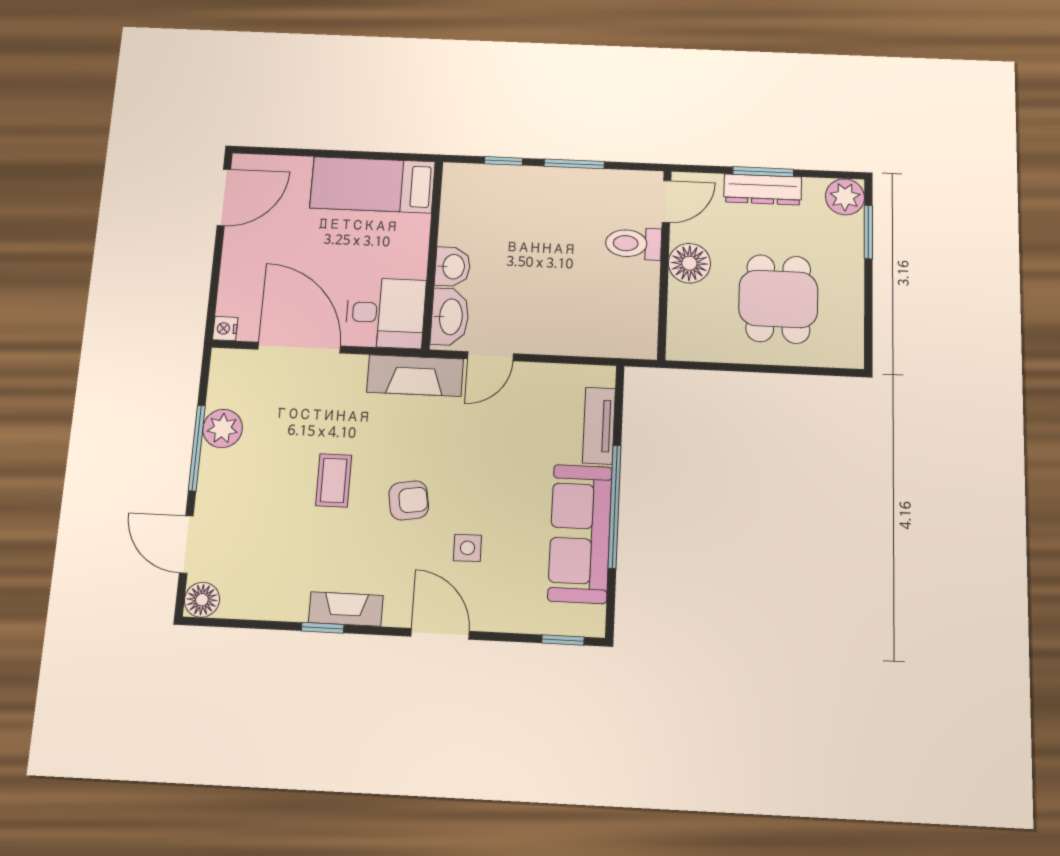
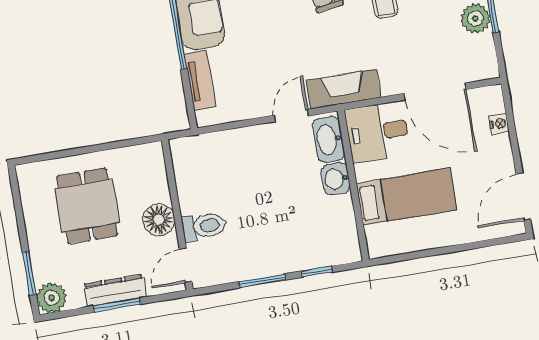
bed: (373, 185) -> (406, 197), moved
nightstand: (225, 329) -> (499, 124), moved

